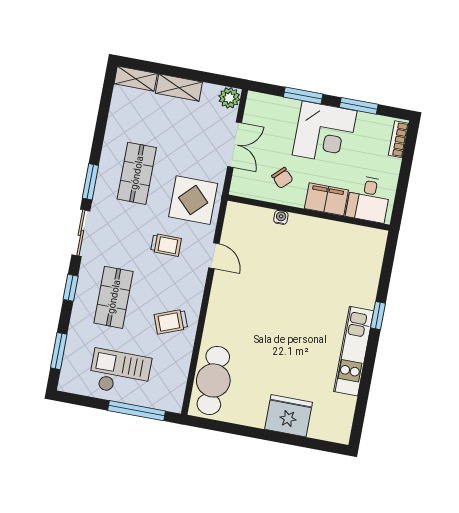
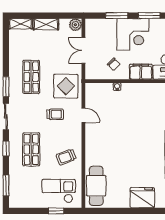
double door: (235, 145) -> (83, 50), swing flipped
checkout: (120, 373) -> (59, 191), moved
window: (137, 411) -> (56, 211), width x0.46

